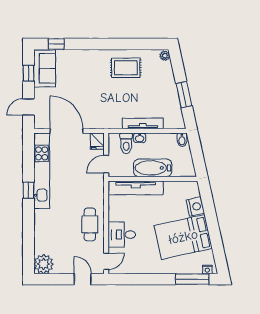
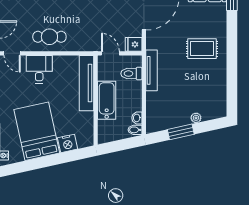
plant: (165, 56) -> (196, 118), moved
rug: (126, 68) -> (202, 49), moved, turned 90
tv unit: (143, 123) -> (151, 70), moved
washbasin: (140, 138) -> (137, 118), moved

